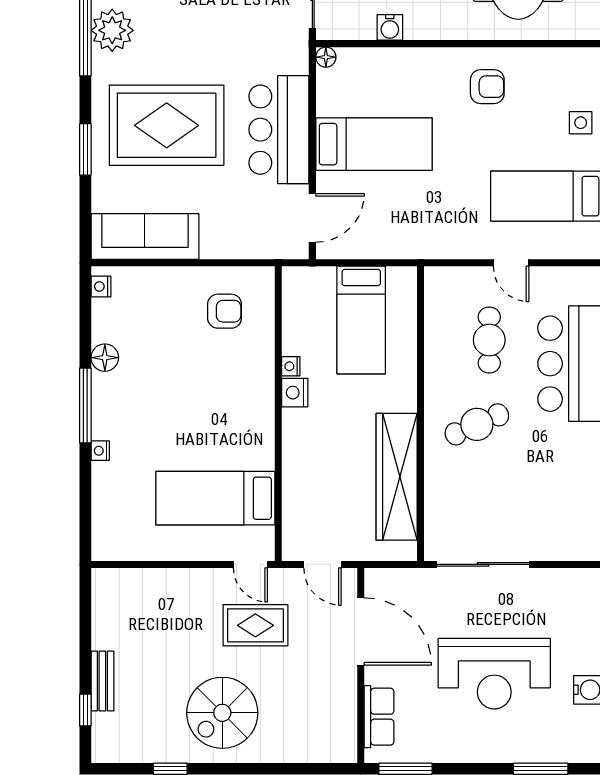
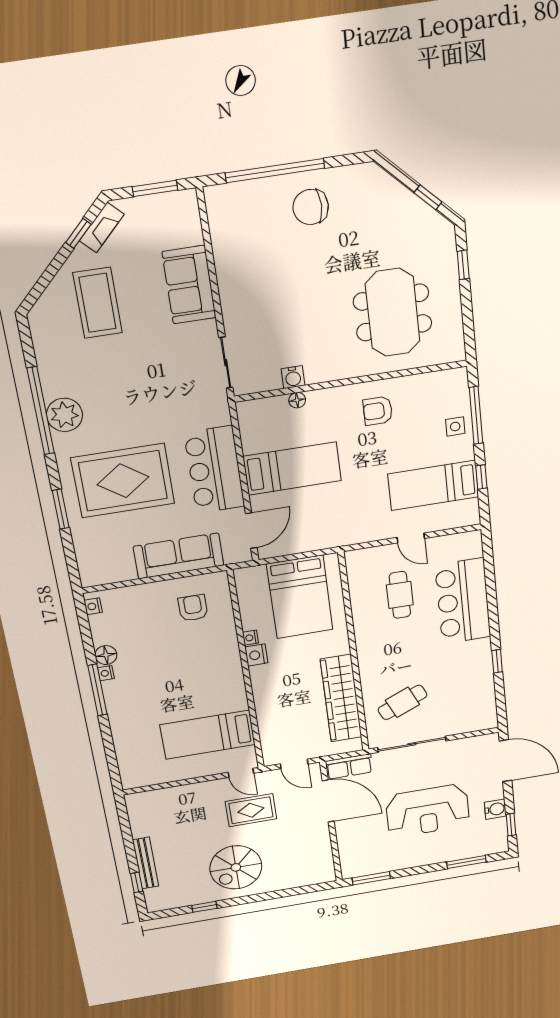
floor lamp: (326, 57) -> (297, 400), moved
armchair: (487, 87) -> (378, 411), turned 180
sofa: (145, 236) -> (179, 556), moved
armchair: (225, 311) -> (193, 608), turned -90
bed: (361, 320) -> (300, 597), width x1.50
cafe table: (477, 424) -> (402, 702), moved
nightstand: (100, 451) -> (106, 673), moved
bench: (102, 681) -> (146, 863), width x1.36
row of seats: (379, 717) -> (349, 766), moved, turned 90

